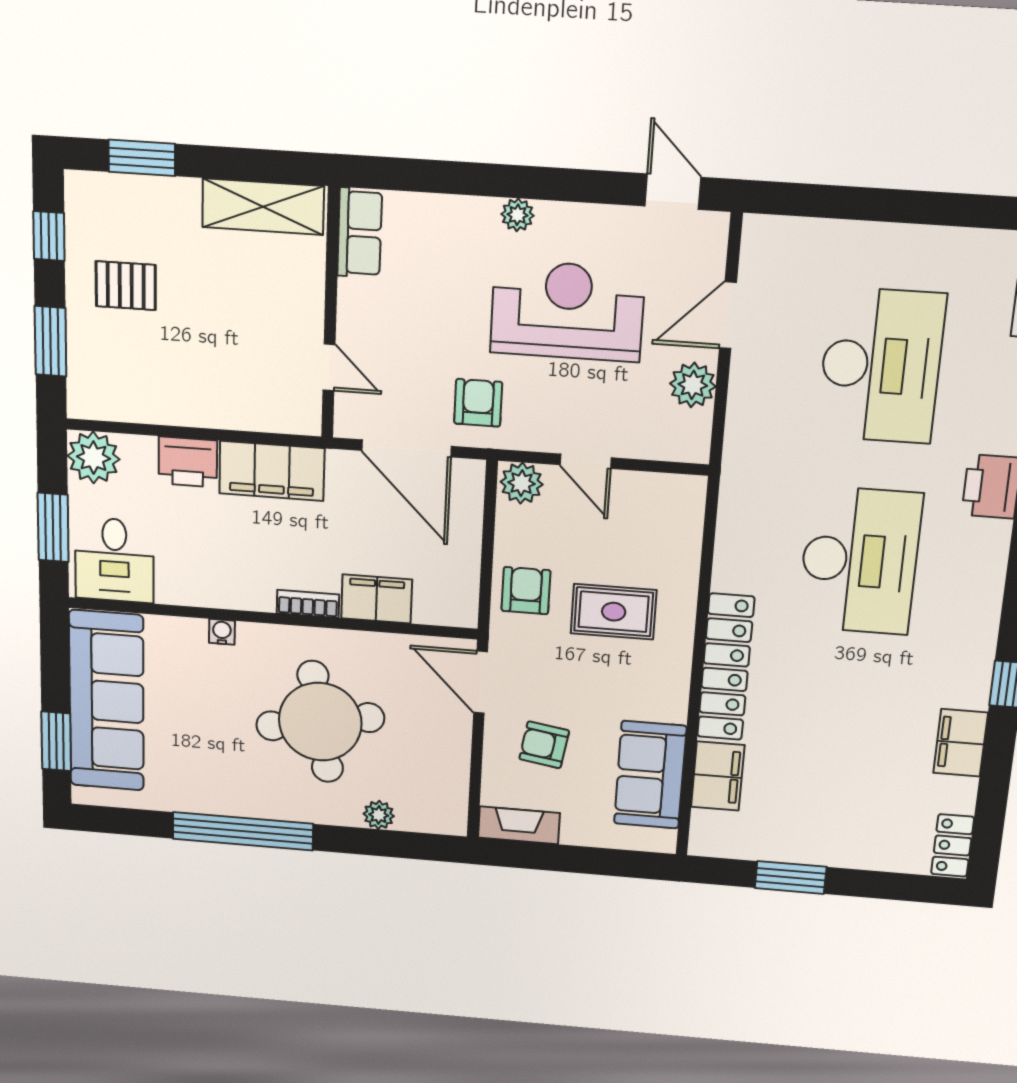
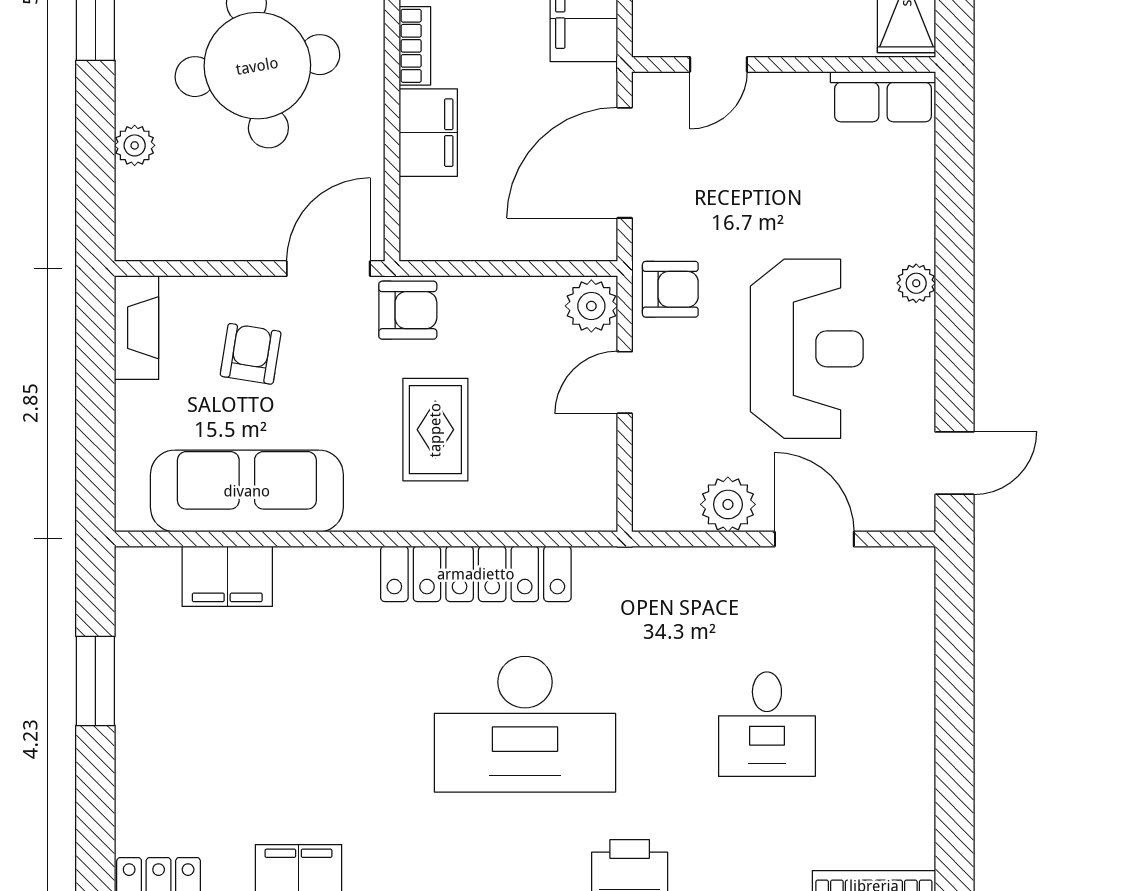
desk: (881, 366) -> (767, 724), width x0.53, depth x0.77
armchair: (478, 403) -> (670, 289), moved
armchair: (526, 591) -> (408, 310), moved
locker: (726, 667) -> (476, 574), moved
sofa: (650, 775) -> (247, 491), width x1.36

